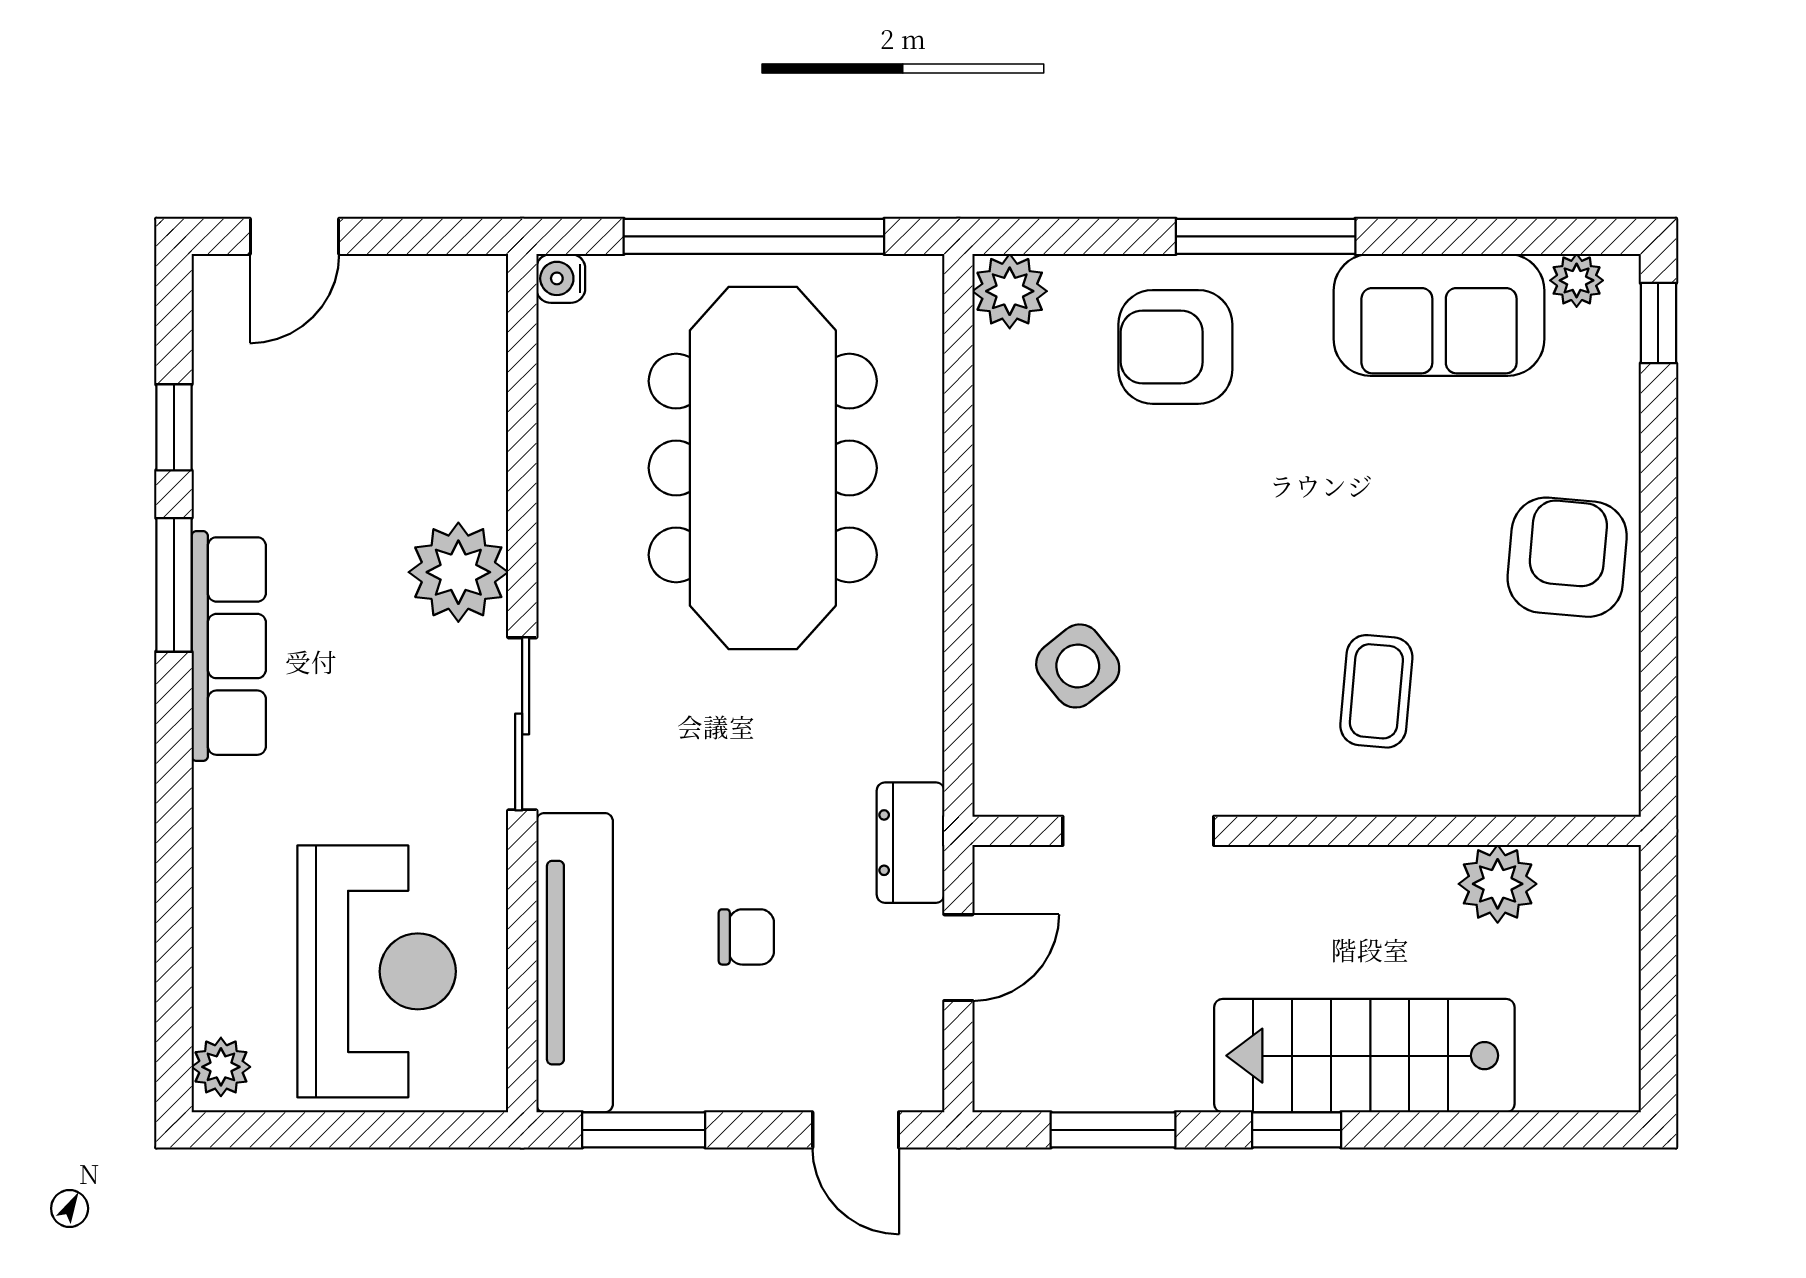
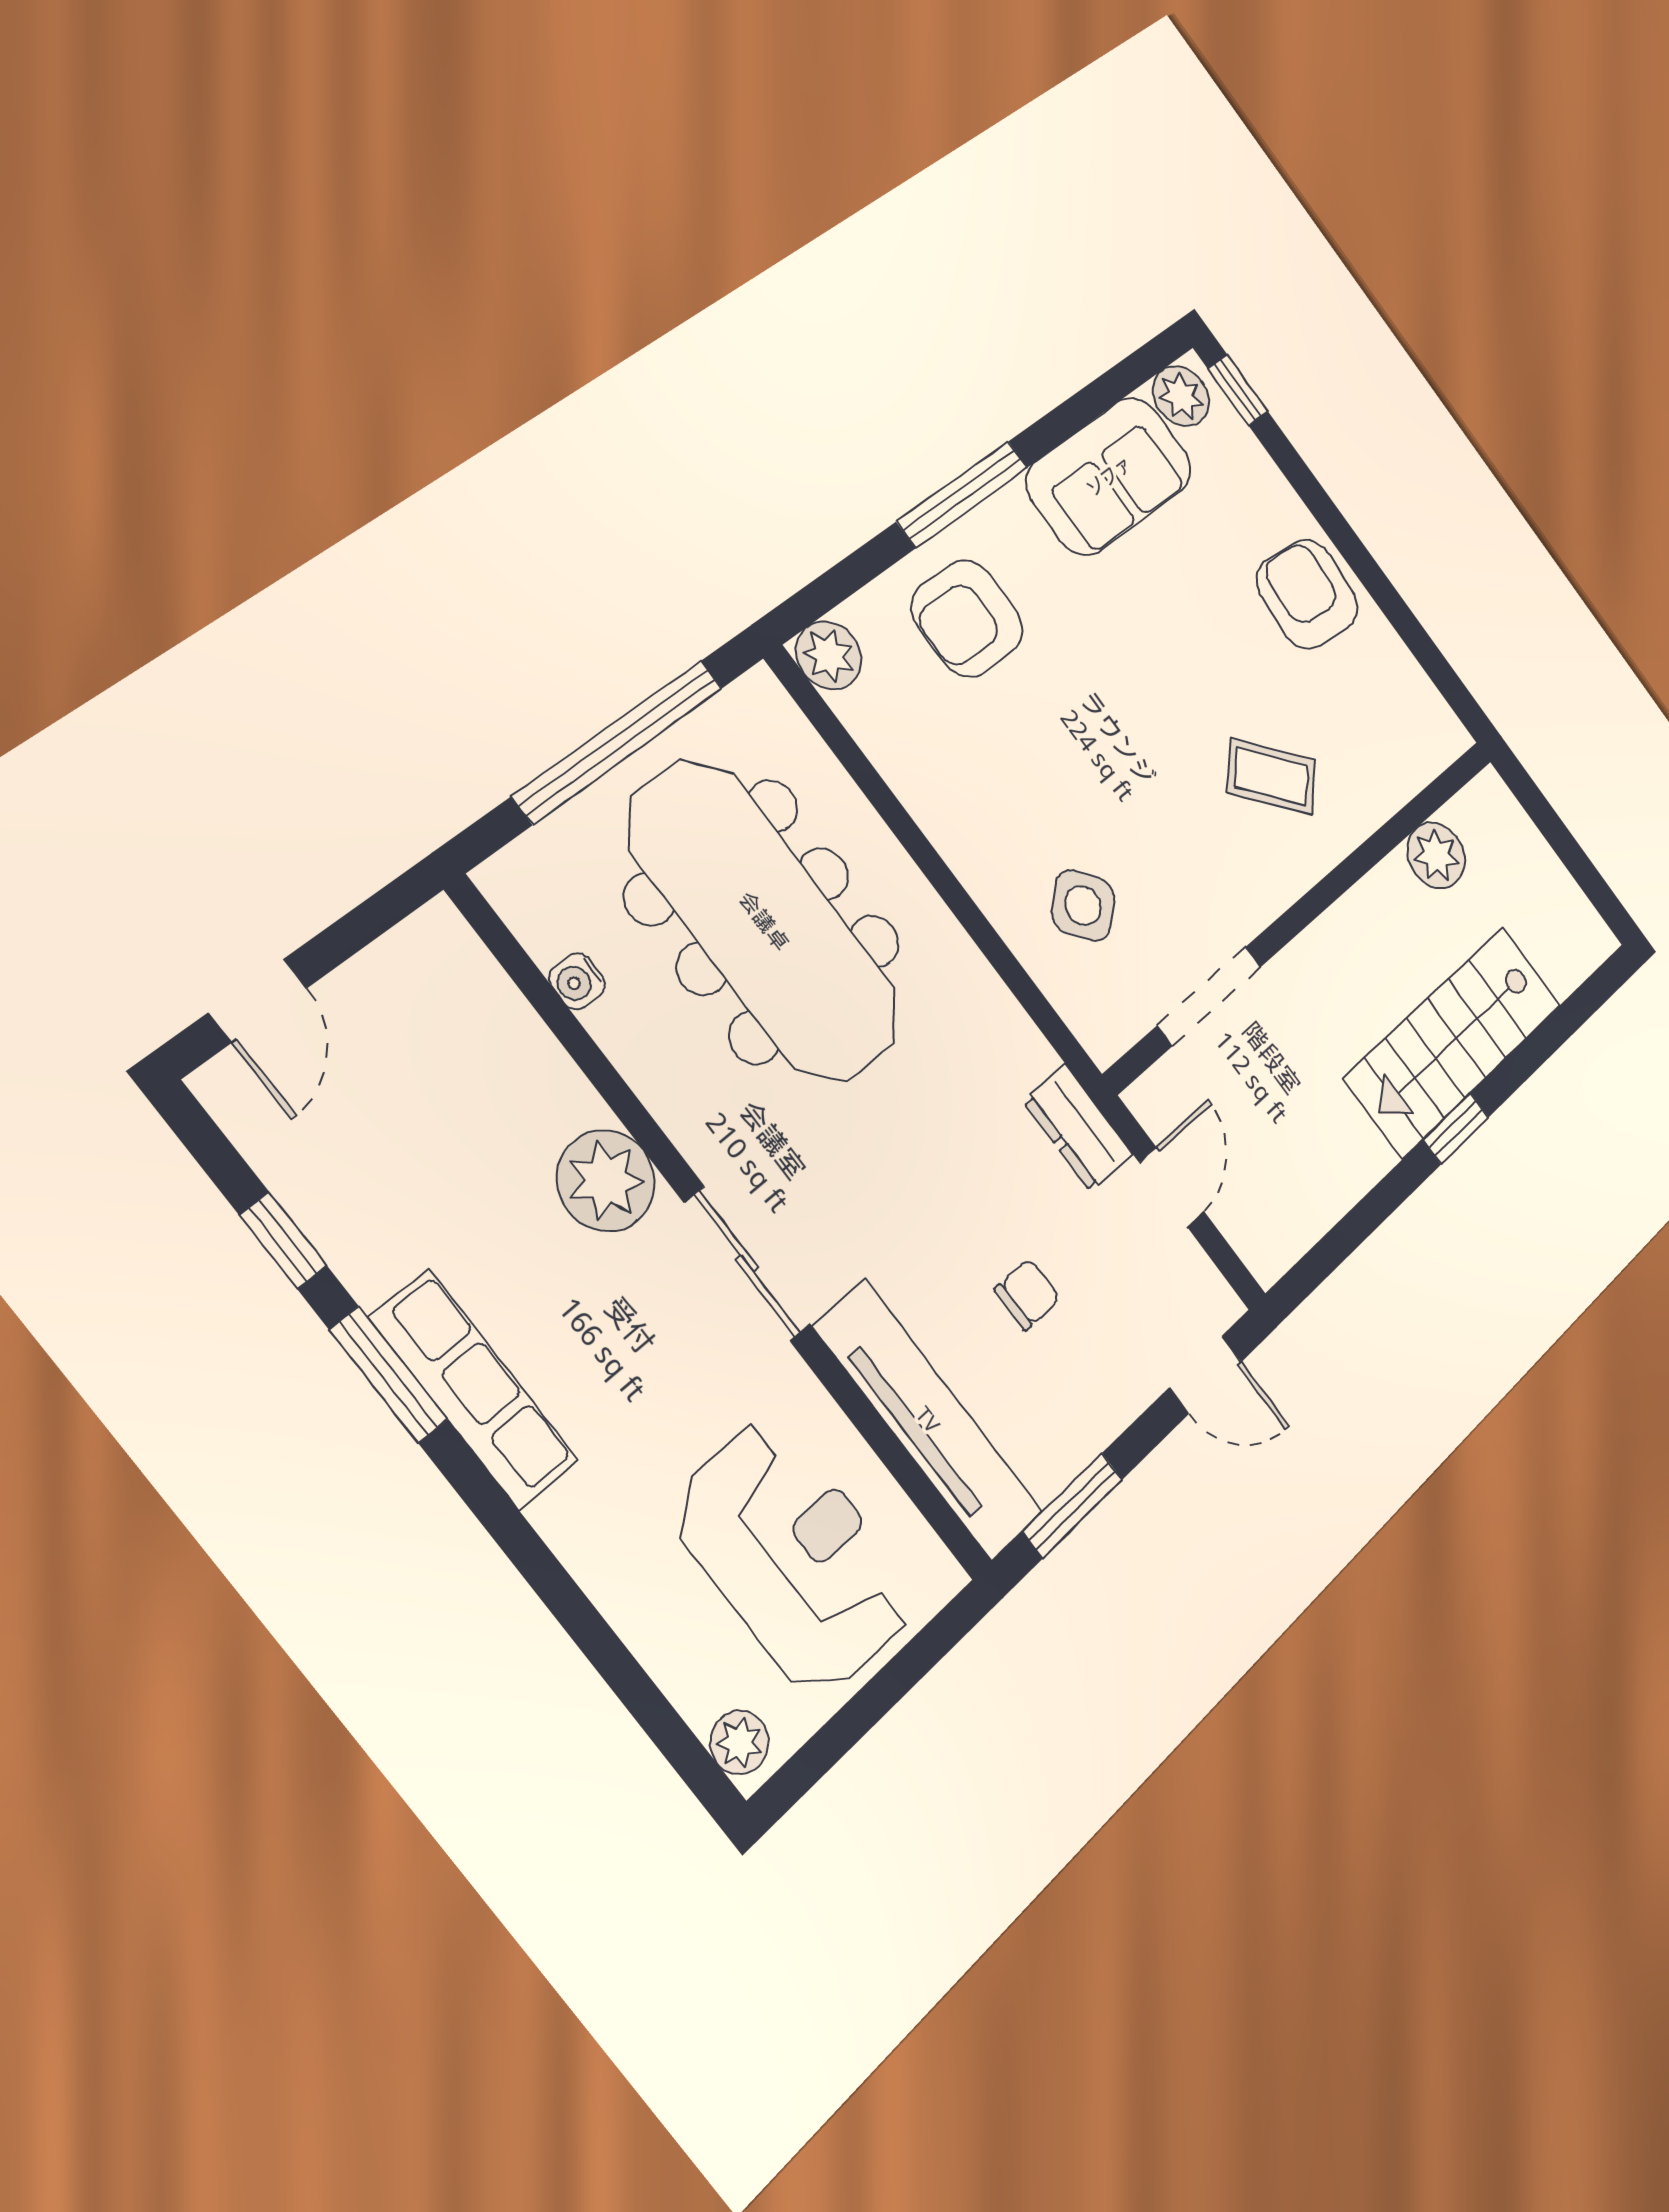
water cooler: (561, 278) -> (577, 981), moved
plant: (1577, 280) -> (1181, 396), width x1.38, depth x1.38
coffee table: (1376, 691) -> (1271, 777), turned -48
window: (1113, 1130) -> (1355, 1227), removed

